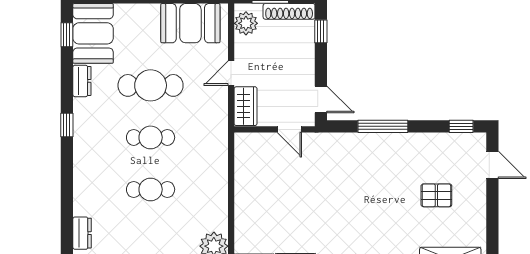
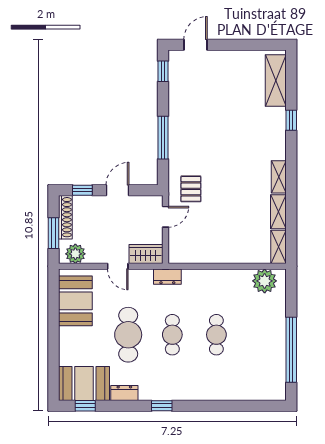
door: (321, 99) -> (118, 190), moved
pallet: (436, 195) -> (191, 189), moved
dresser: (82, 233) -> (167, 277), moved, turned 180

